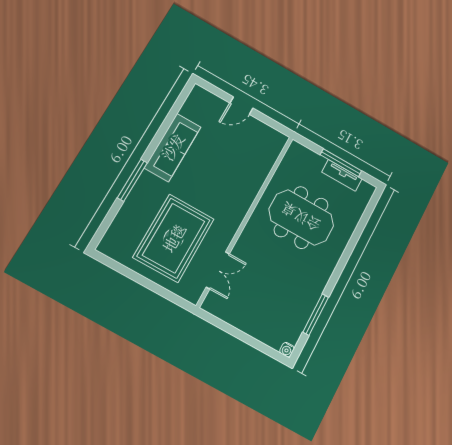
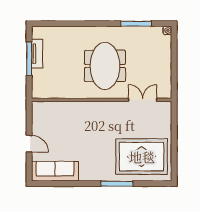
sofa: (173, 147) -> (55, 171), moved
meeting table: (301, 217) -> (105, 66), moved
rug: (174, 238) -> (142, 157), moved

